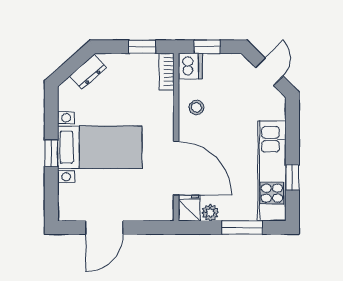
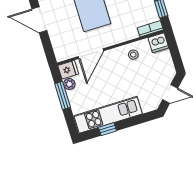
window: (207, 47) -> (174, 50), removed
door: (176, 168) -> (91, 54), width x0.73
window: (242, 228) -> (63, 95), moved

